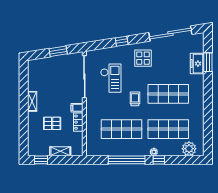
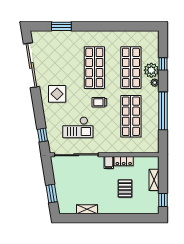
window: (122, 41) -> (42, 135), moved
window: (58, 51) -> (52, 193), moved
freezer: (197, 64) -> (63, 38), removed
checkout: (111, 78) -> (78, 127), turned 180
shelving: (32, 101) -> (87, 209), moved
plant: (189, 149) -> (151, 70), moved
window: (159, 160) -> (163, 64), moved

